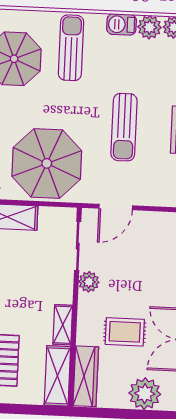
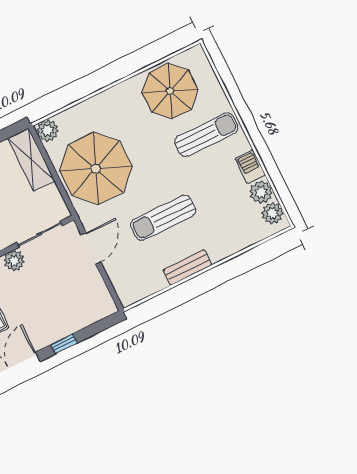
door: (116, 207) -> (91, 248), swing flipped

